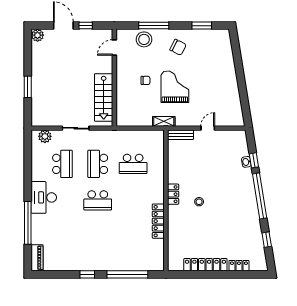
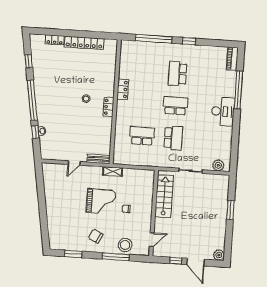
grand piano: (175, 87) -> (101, 202), turned -89
school desk: (62, 164) -> (178, 74), moved
locker: (158, 221) -> (123, 89), width x0.66

